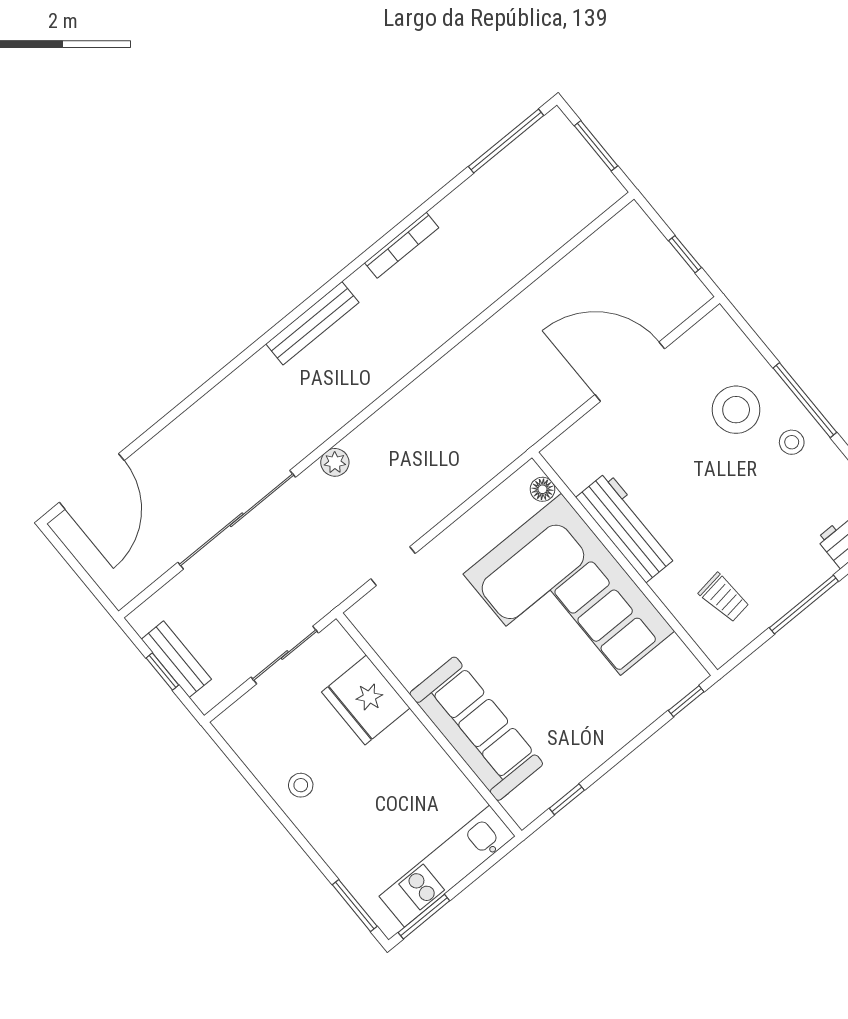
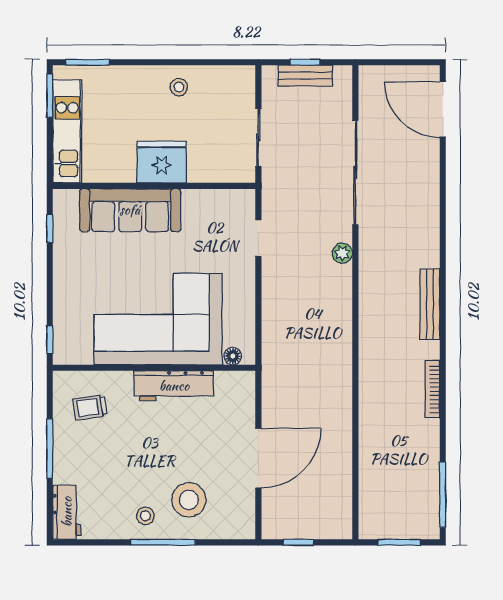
fridge: (366, 700) -> (162, 162), moved

